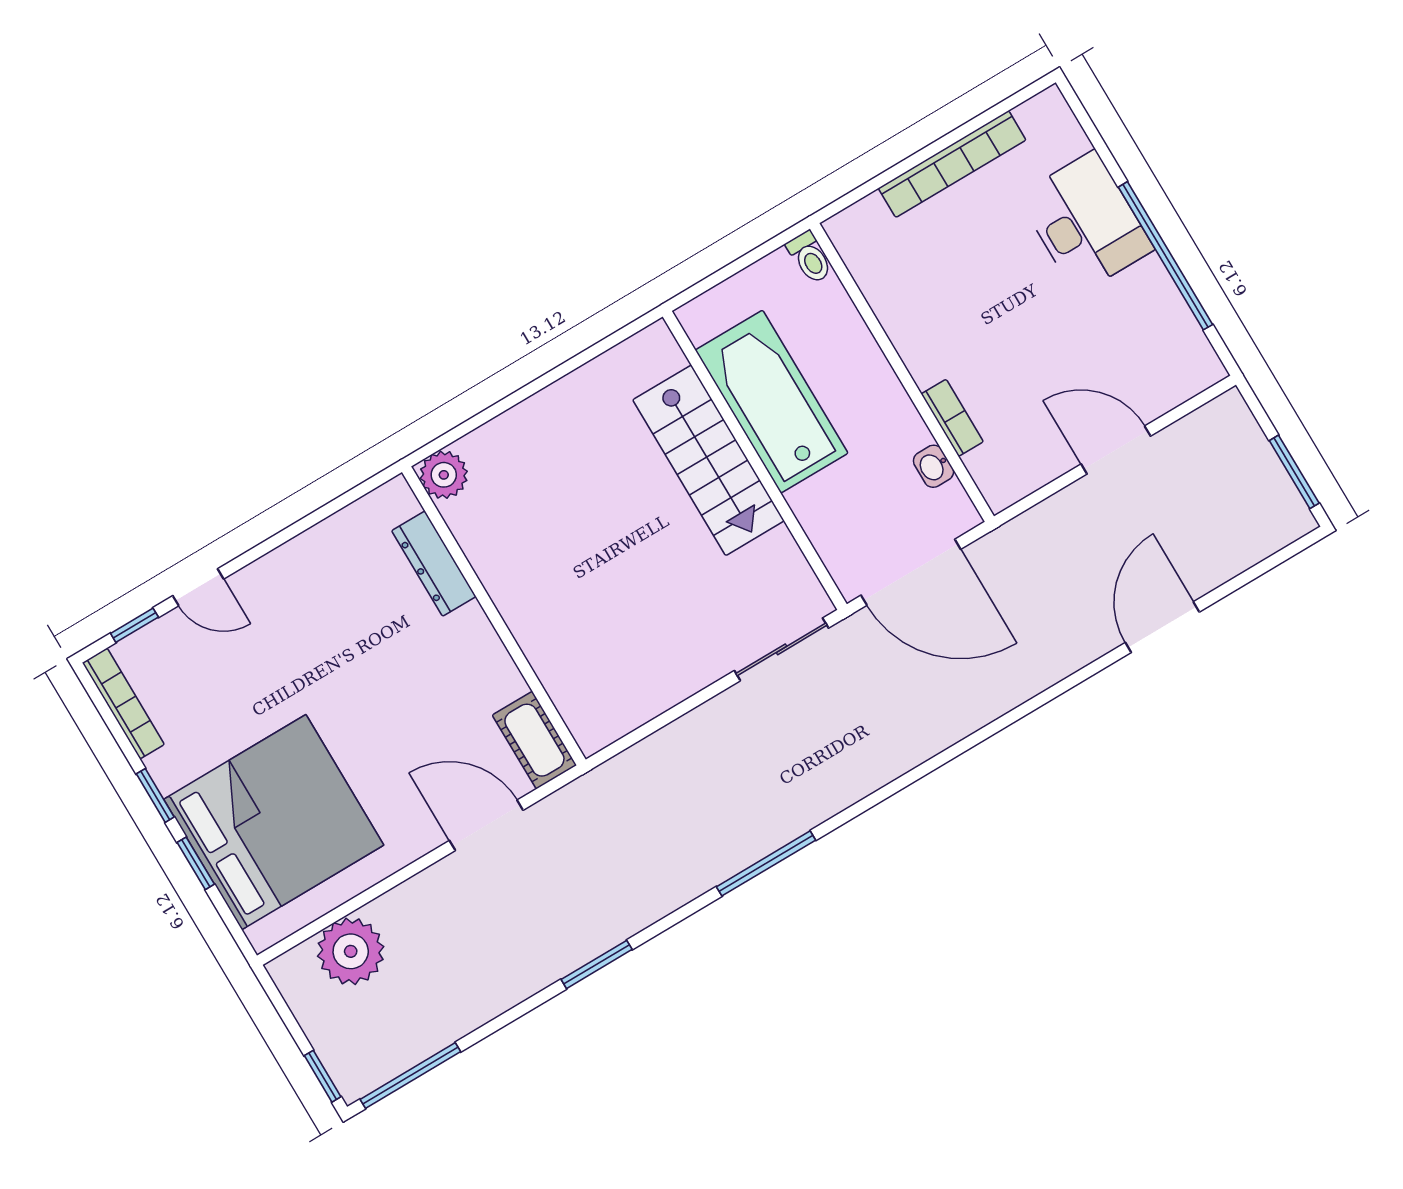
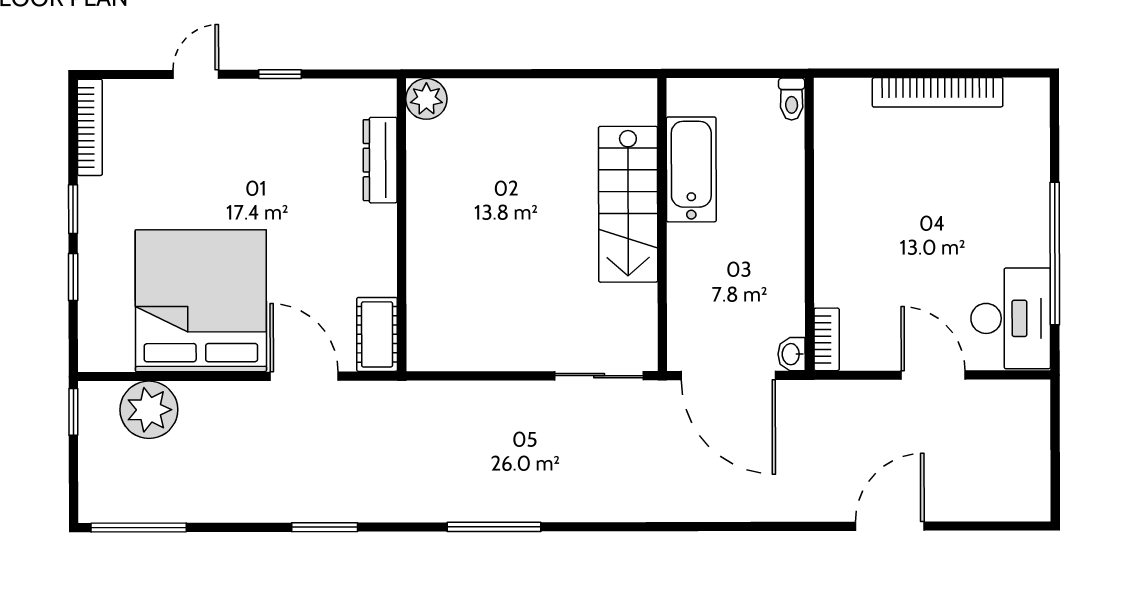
desk: (1086, 223) -> (1011, 318), moved
bathtub: (772, 402) -> (691, 169), width x0.73, depth x0.73
bookcase: (952, 418) -> (827, 339), moved
washbasin: (933, 466) -> (792, 354), moved
window: (1294, 472) -> (1055, 469), removed
door: (198, 587) -> (196, 74), swing flipped
window: (134, 625) -> (280, 74), moved
bed: (274, 822) -> (201, 301), moved, turned -90
window: (323, 1076) -> (73, 412), moved

